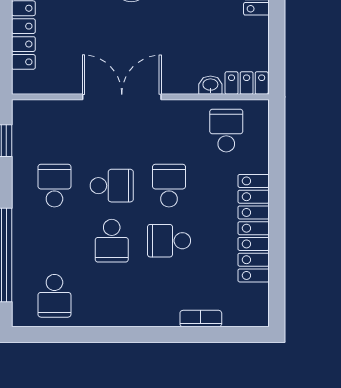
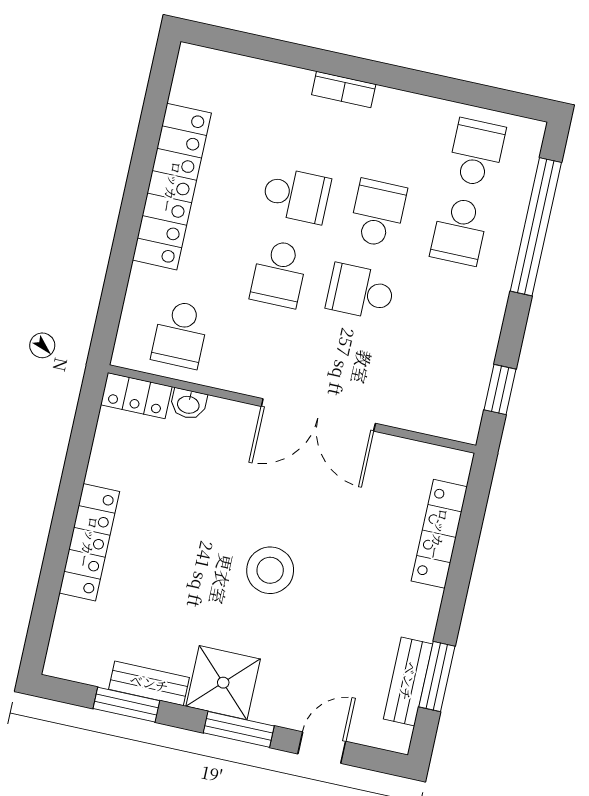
school desk: (54, 186) -> (459, 231), moved
bookcase: (201, 319) -> (344, 89), moved

